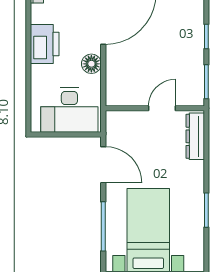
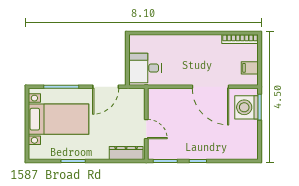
printer: (45, 44) -> (192, 45), removed
floor lamp: (91, 64) -> (178, 78), removed
desk: (69, 110) -> (145, 68), width x0.73

